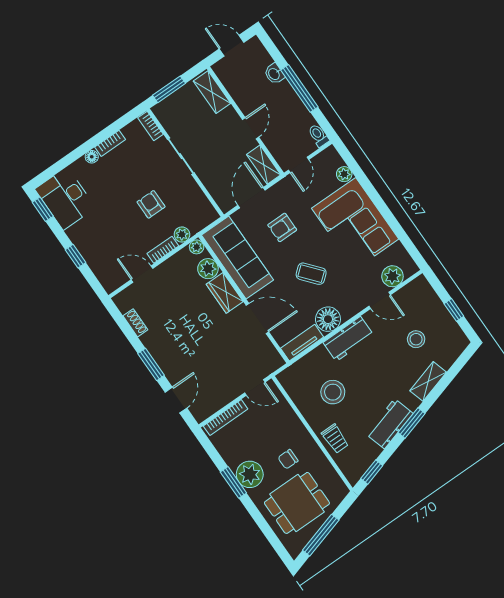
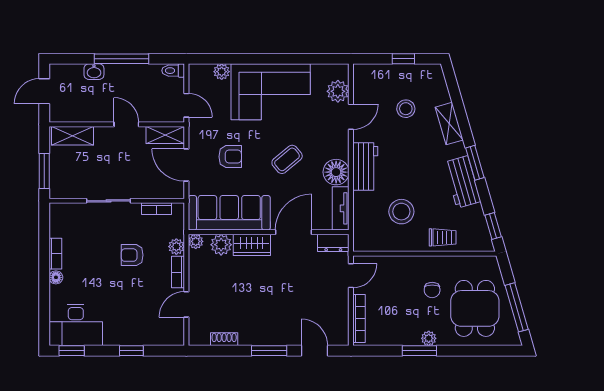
bookcase: (151, 126) -> (157, 209), moved
armchair: (282, 227) -> (230, 157), turned -90
dresser: (271, 356) -> (333, 243), added
plant: (250, 474) -> (429, 338), width x0.53, depth x0.53

